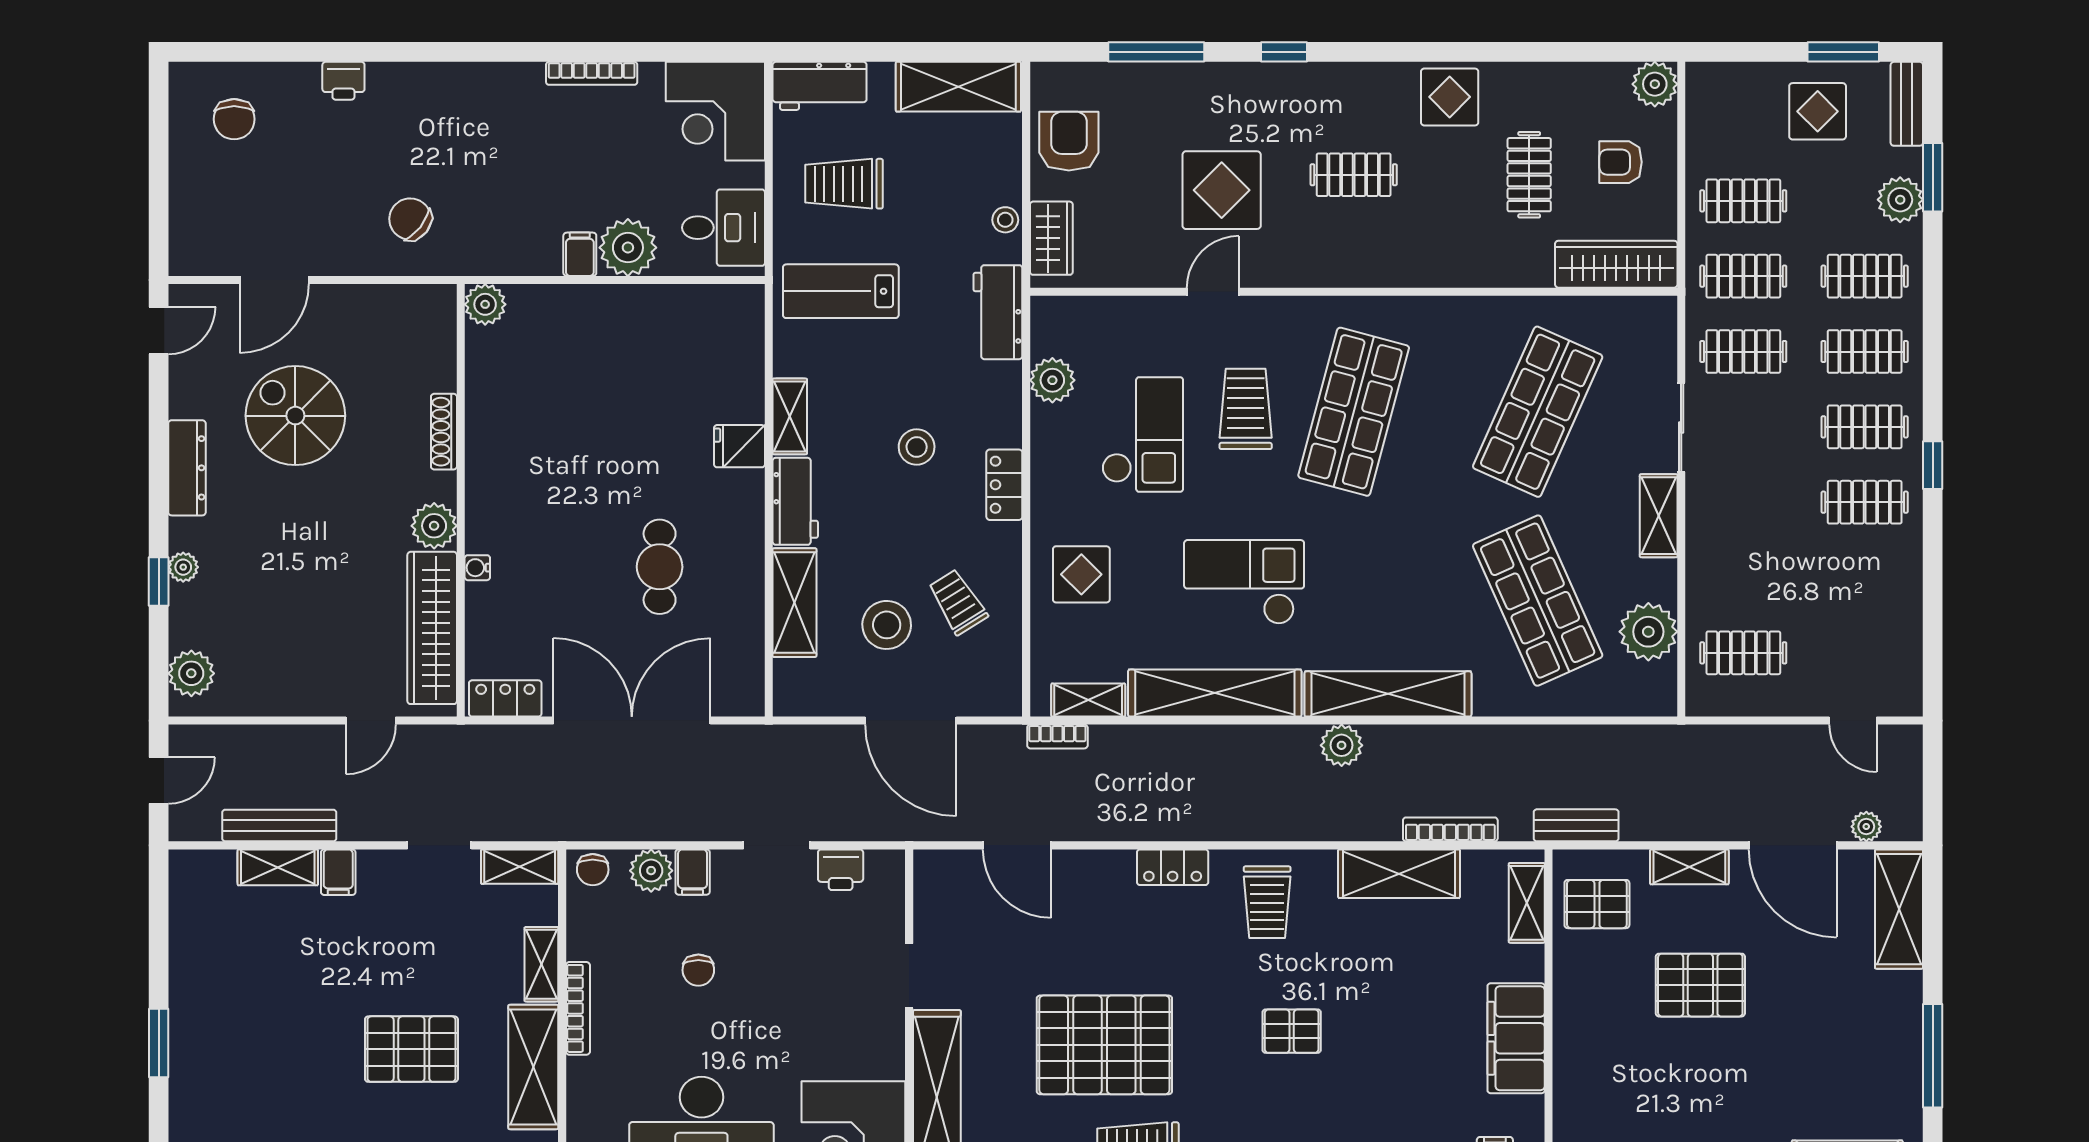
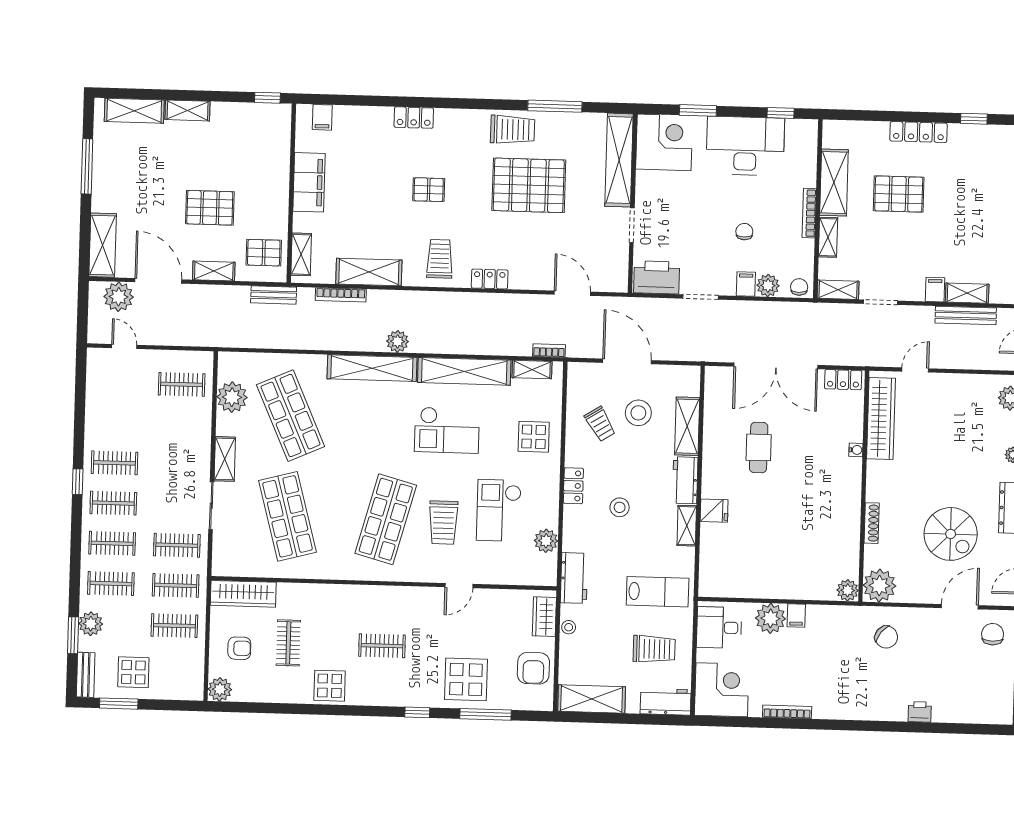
chair: (234, 119) -> (993, 634), moved
display table: (1222, 190) -> (466, 679), moved
shop shelf: (1538, 412) -> (288, 516), turned -39
plant: (434, 526) -> (879, 586), moved, width x1.36, depth x1.36
plant: (1866, 827) -> (119, 297), width x1.87, depth x1.87
printer: (841, 870) -> (656, 277), width x1.87, depth x1.48

